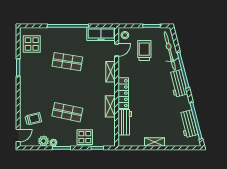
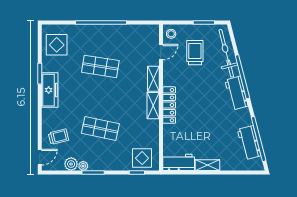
freezer: (101, 34) -> (50, 90), moved, turned -90
shelving: (110, 106) -> (153, 106), moved
workbench: (125, 122) -> (179, 162), moved, turned -90
display table: (85, 137) -> (142, 158), moved

